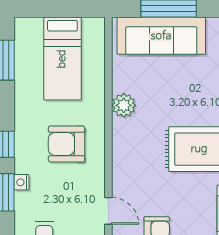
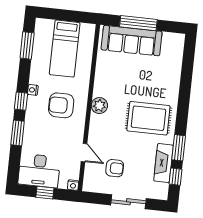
plant: (124, 105) -> (99, 106), moved
nightstand: (22, 182) -> (33, 90), moved

